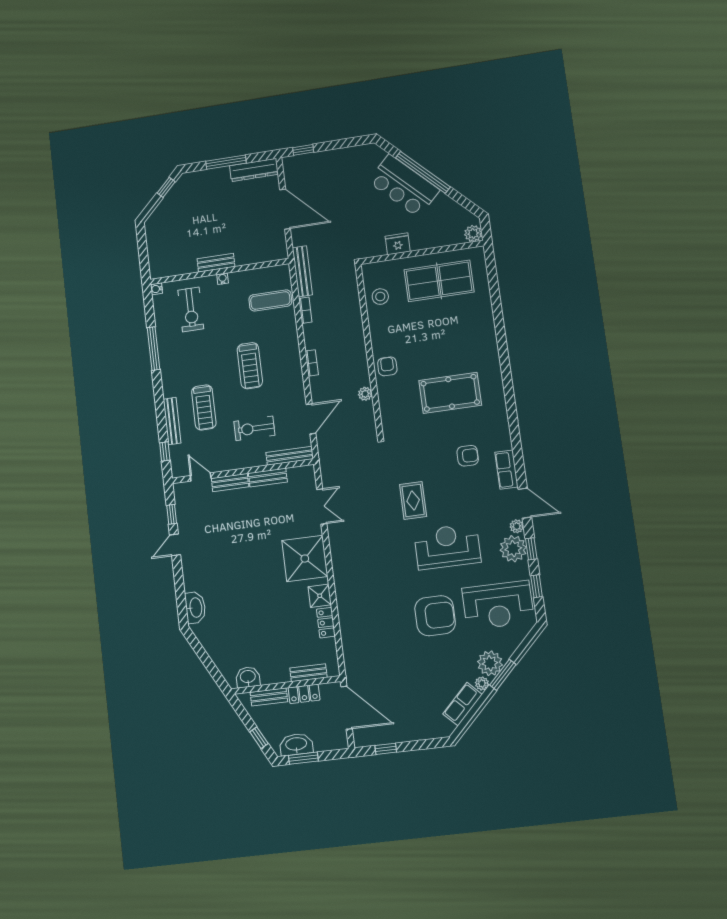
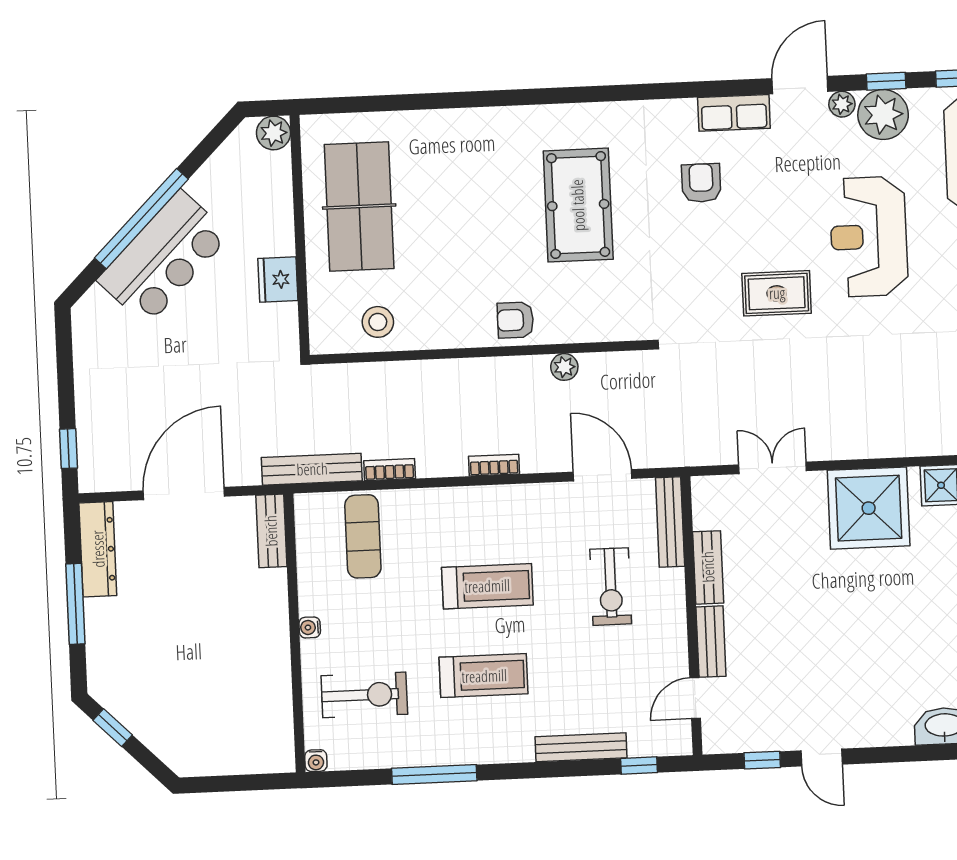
bench: (216, 263) -> (271, 531), moved
treadmill: (204, 407) -> (484, 676), moved

